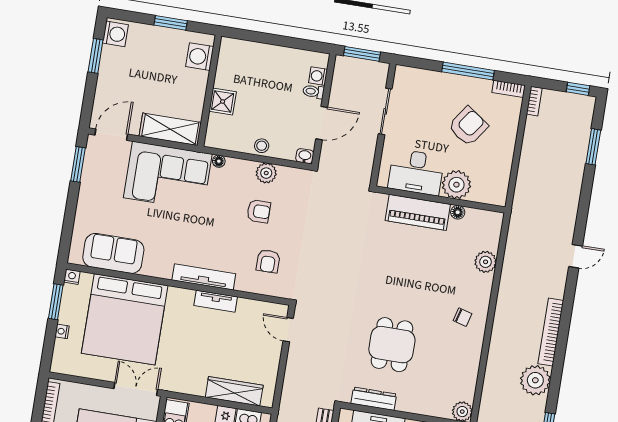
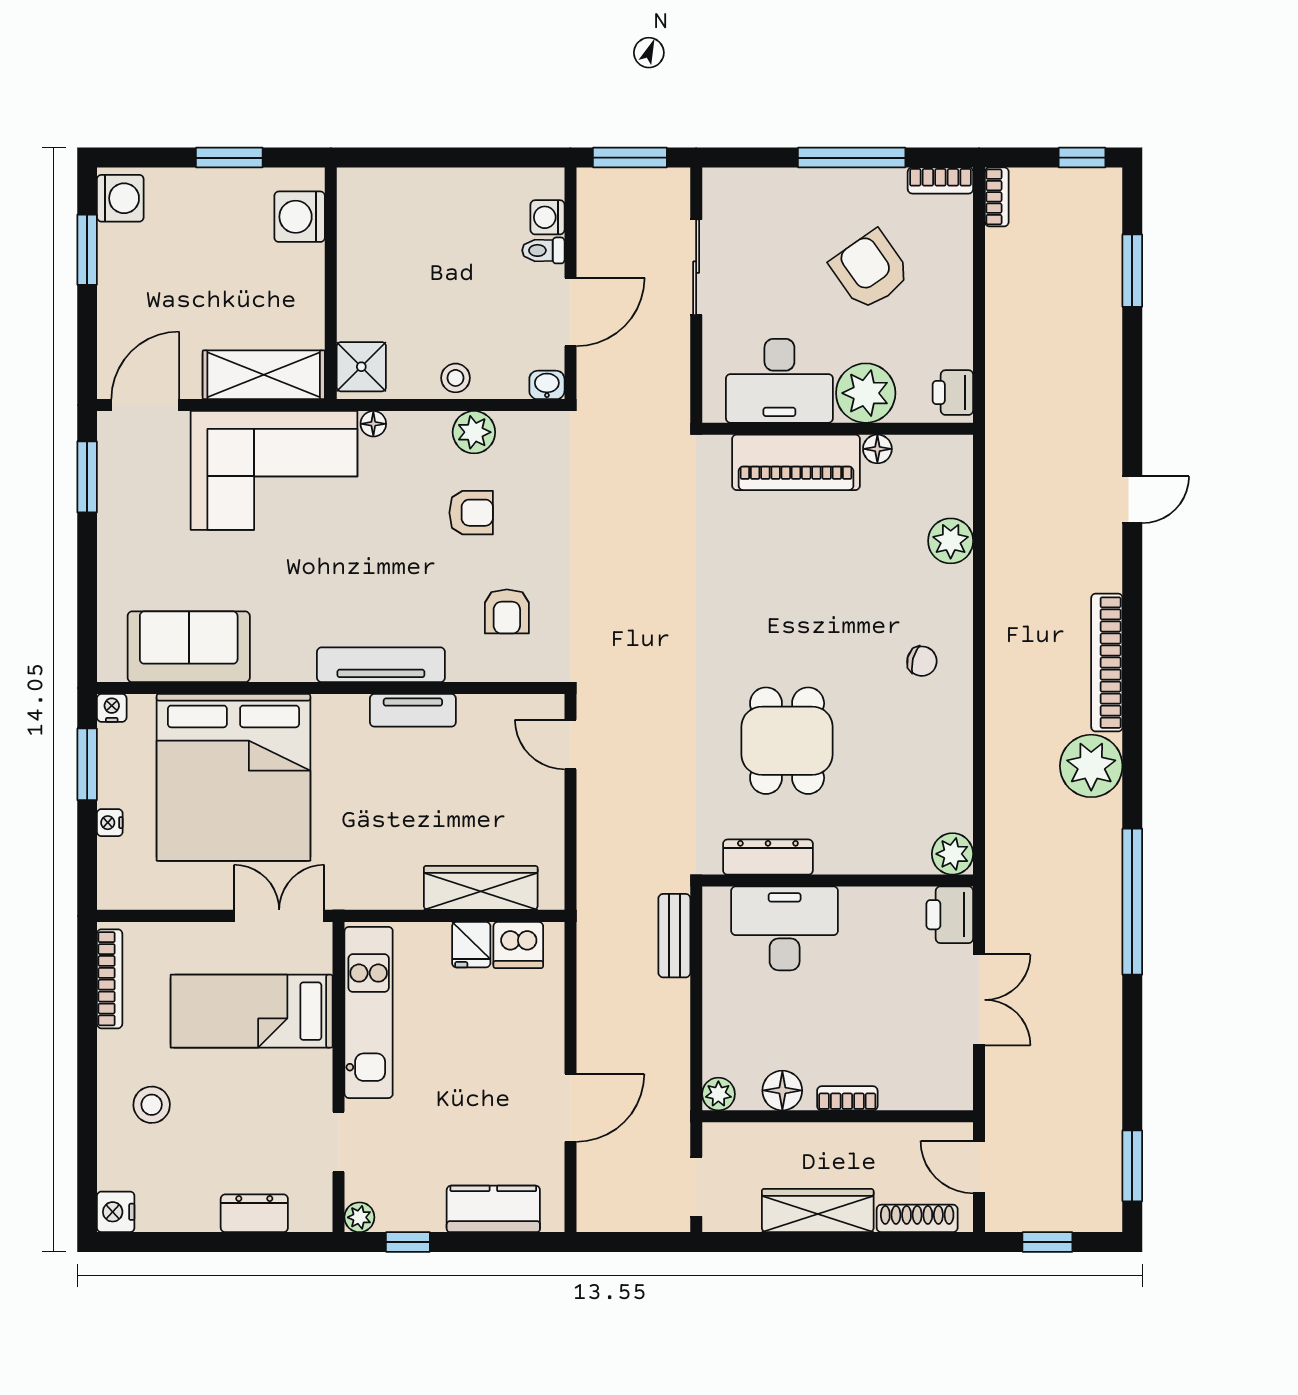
shower: (223, 101) -> (361, 367), moved
armchair: (468, 126) -> (870, 270), turned -70
printer: (498, 191) -> (953, 393), added

